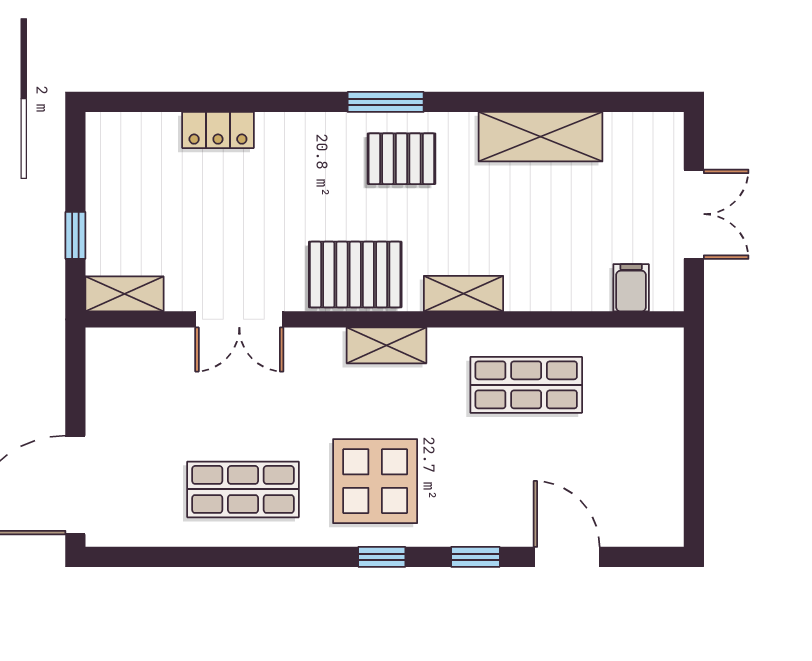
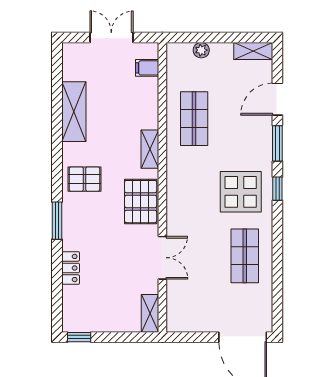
window: (386, 102) -> (57, 221), moved
pallet: (401, 159) -> (84, 179), turned 90
window: (75, 235) -> (79, 337), moved
shelving: (387, 345) -> (253, 51), moved, turned 90
plant: (668, 400) -> (201, 50), added
window: (475, 557) -> (277, 143), width x1.50

